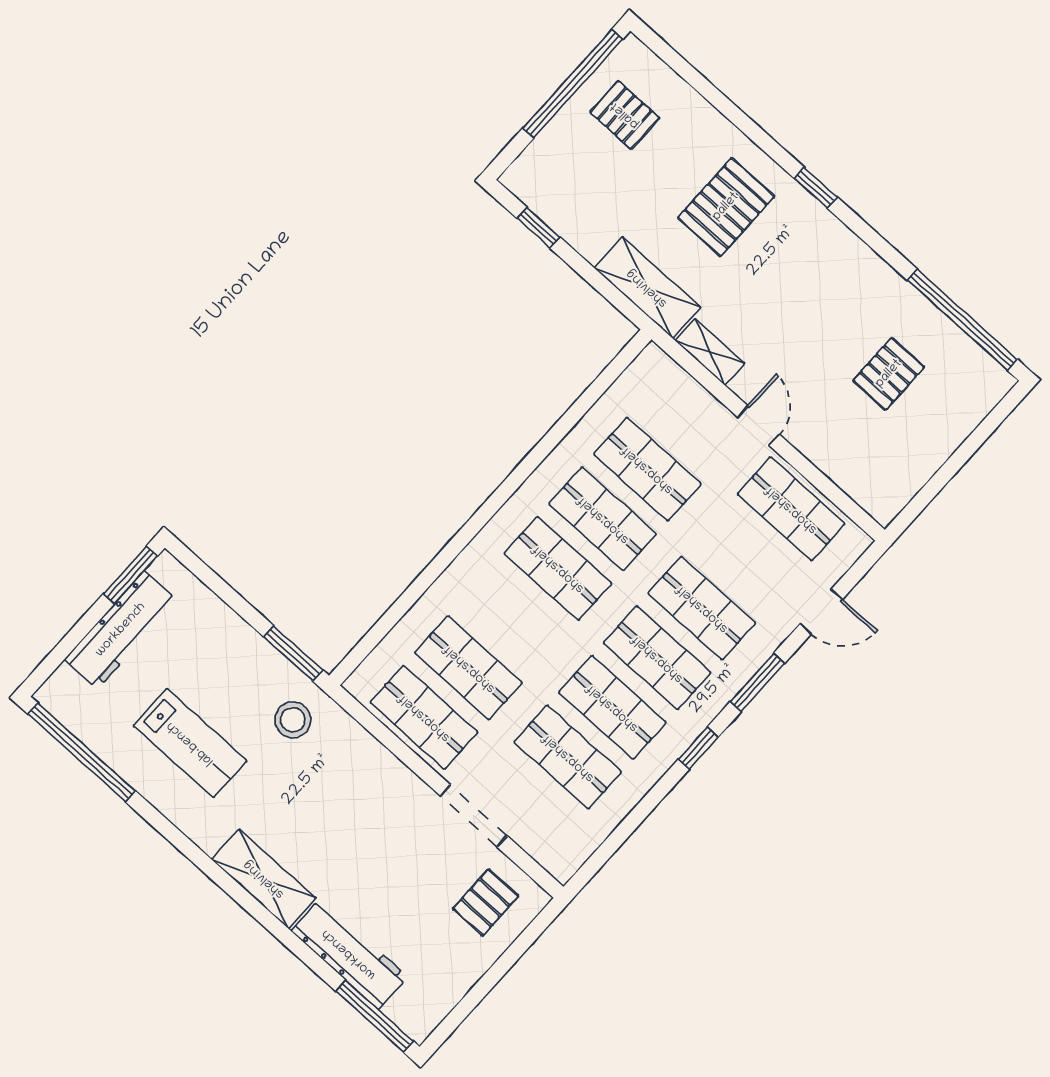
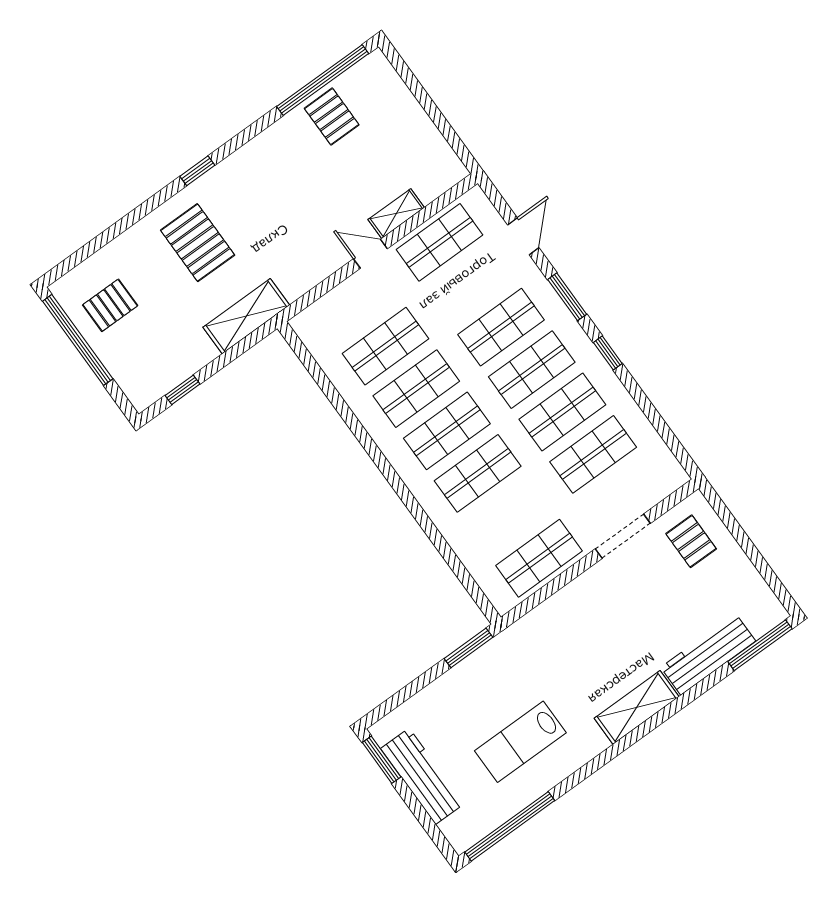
shelving: (710, 352) -> (396, 214), moved
pallet: (889, 374) -> (332, 117), moved
shop shelf: (469, 668) -> (478, 473), moved
stool: (293, 720) -> (519, 659), removed
lab bench: (190, 743) -> (520, 742), turned 180

